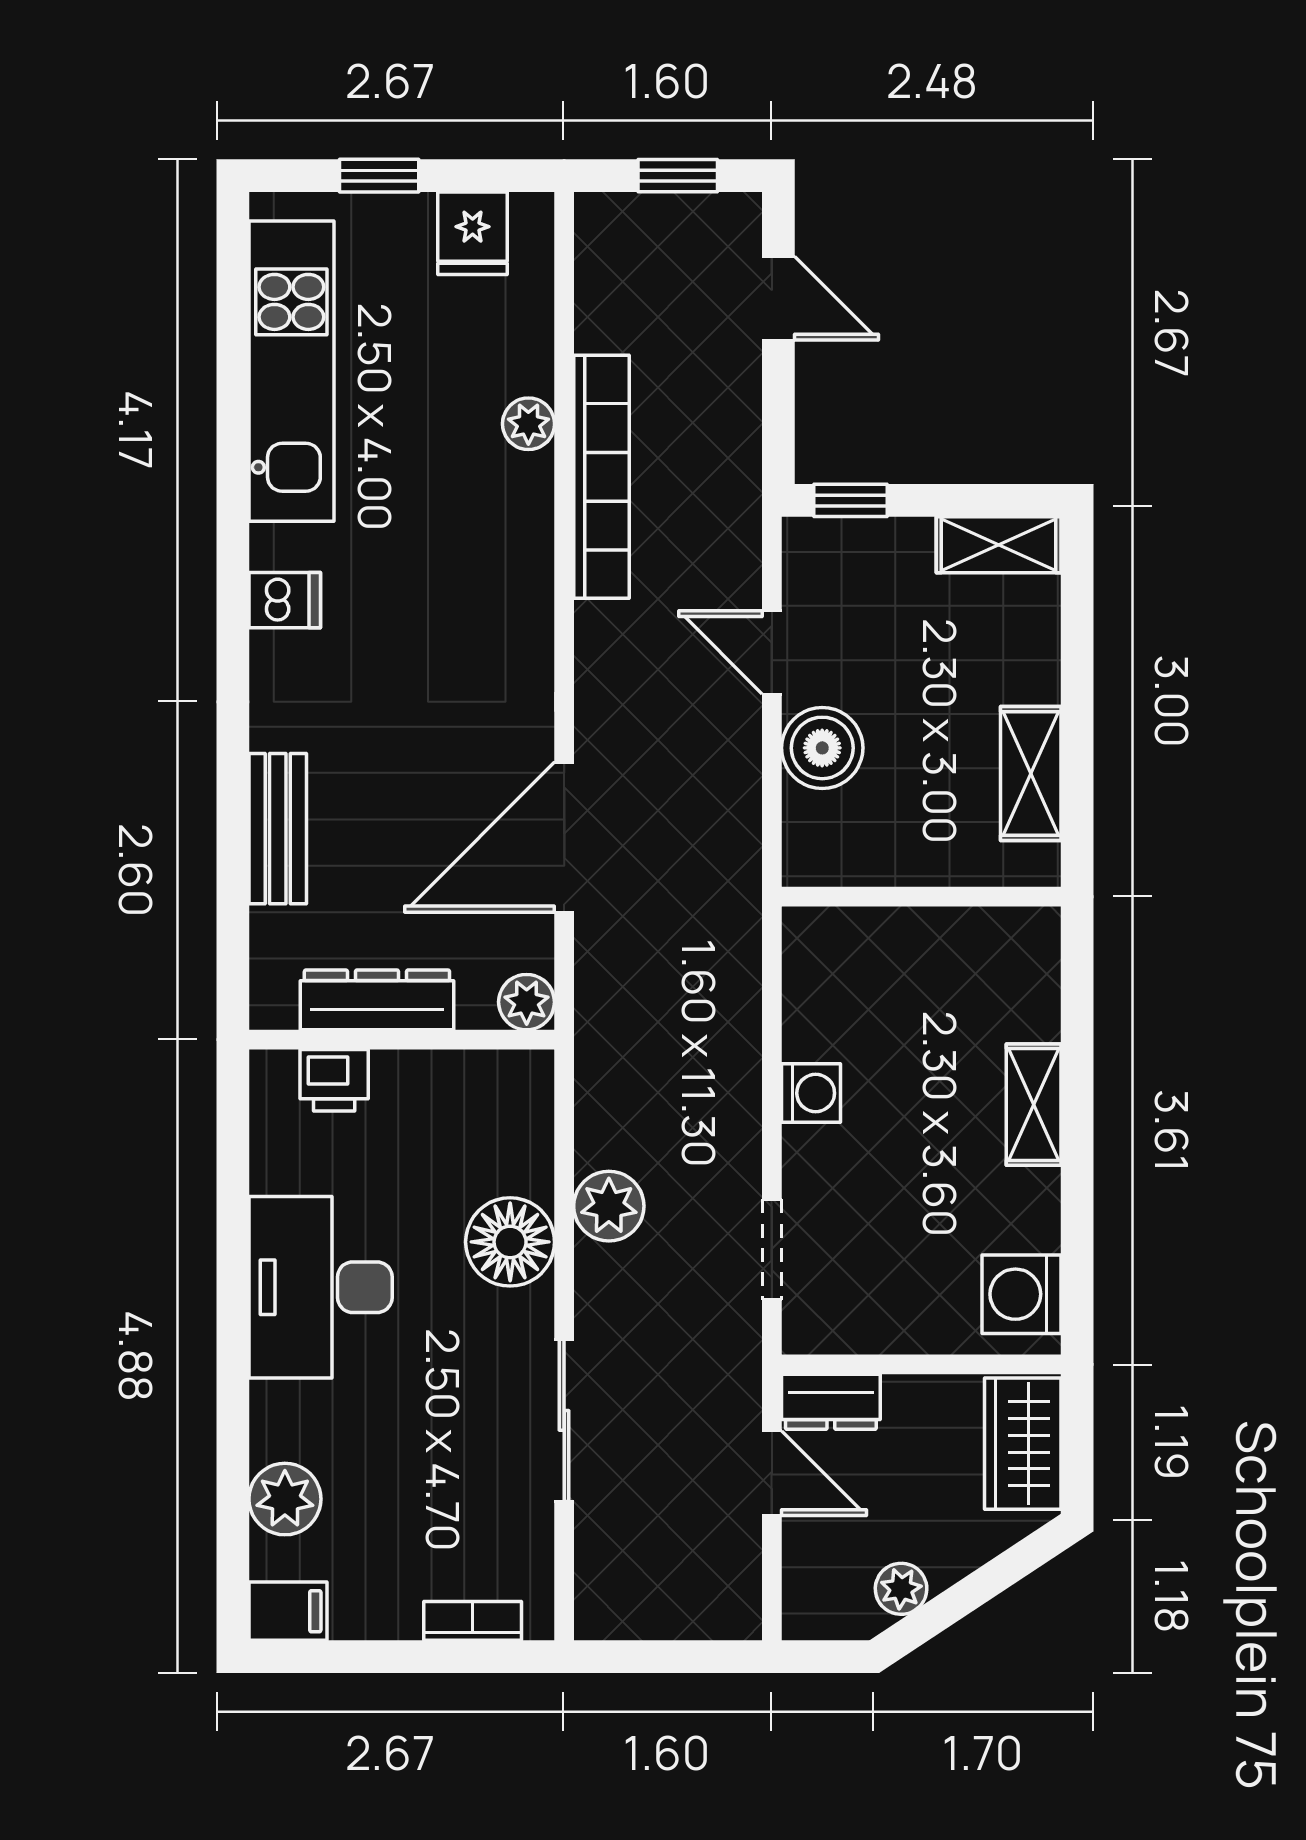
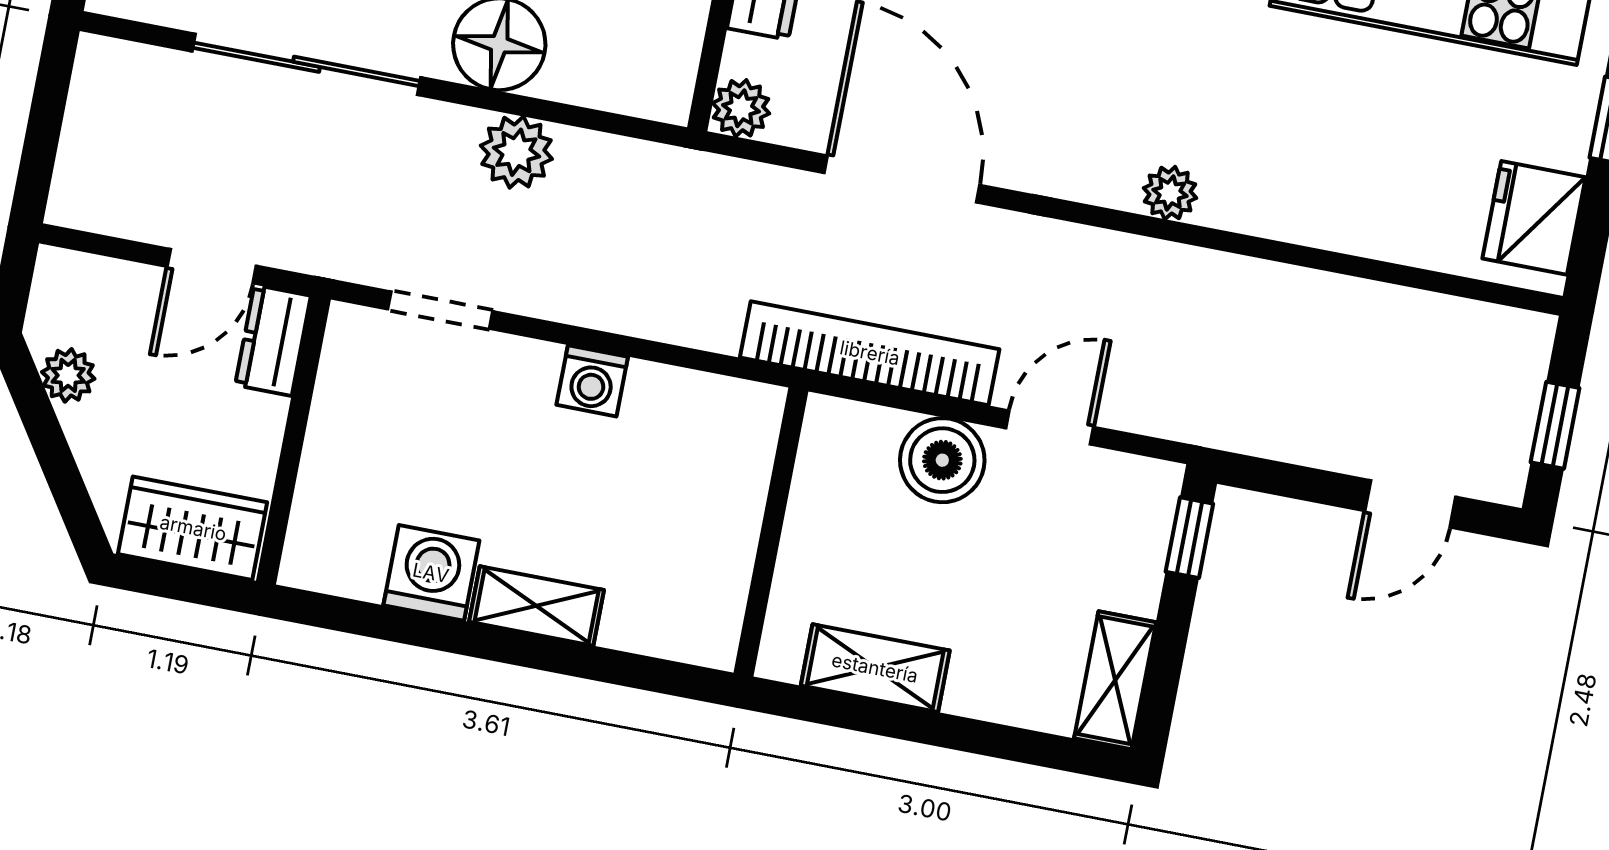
fridge: (473, 233) -> (1534, 218), width x1.38
plant: (528, 424) -> (1170, 193), moved
bookcase: (601, 477) -> (870, 353), moved, turned 180
washing machine: (1022, 1294) -> (431, 573), moved
sliding door: (564, 1420) -> (306, 64), width x1.37

